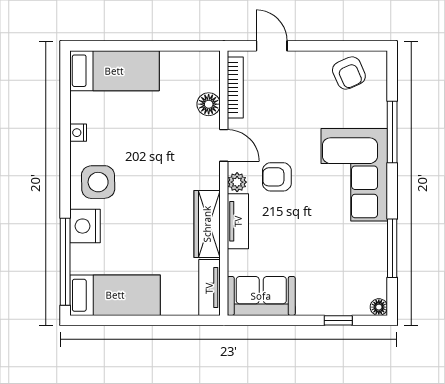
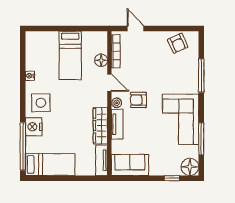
bed: (114, 71) -> (70, 55), moved, turned 90
corner sofa: (354, 175) -> (181, 119), moved
floor lamp: (379, 307) -> (190, 167), width x1.89, depth x1.89

